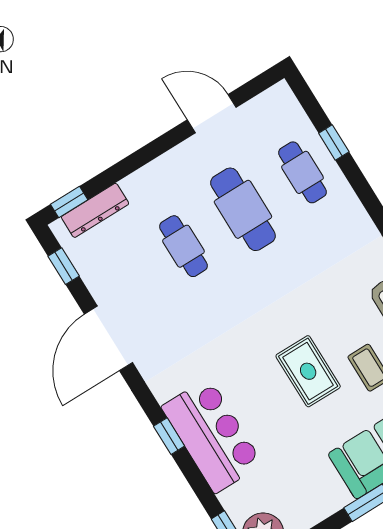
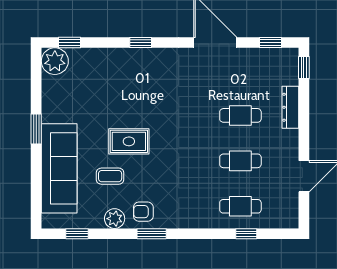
cafe table: (243, 209) -> (240, 161), width x0.73, depth x0.74
dresser: (95, 210) -> (290, 107), moved
bar counter: (212, 435) -> (126, 66), removed

